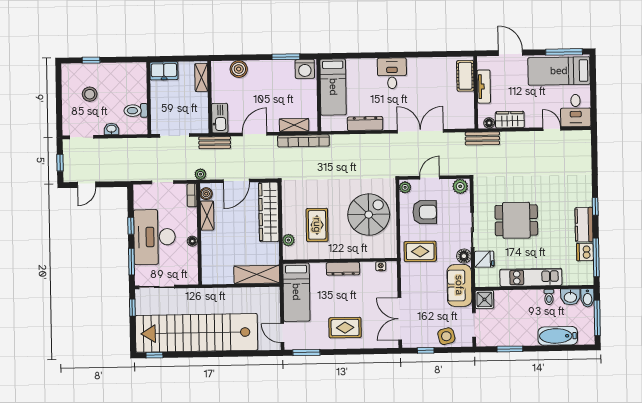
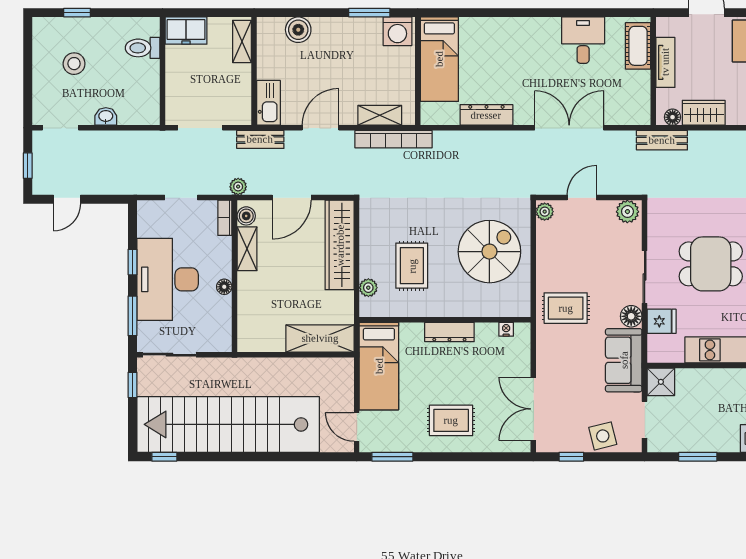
desk: (392, 73) -> (583, 40), moved
toilet: (136, 111) -> (143, 48), moved
armchair: (425, 212) -> (573, 249), removed

